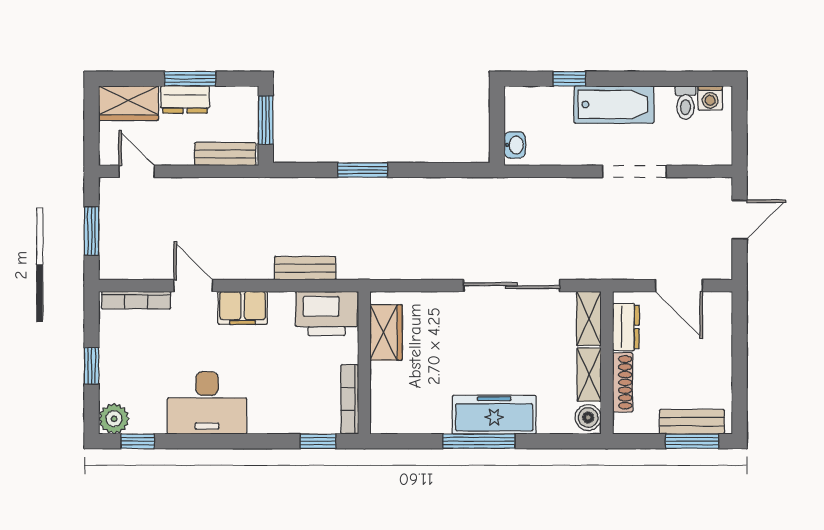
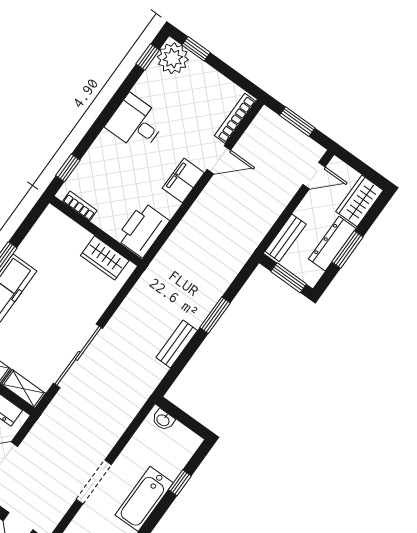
dresser: (185, 99) -> (332, 244), width x1.44
bench: (305, 268) -> (177, 344), moved
window: (92, 366) -> (196, 49), moved
bookcase: (350, 399) -> (80, 206), width x0.64
desk: (207, 403) -> (136, 123), width x0.73
plant: (114, 419) -> (173, 58), width x1.36, depth x1.36

